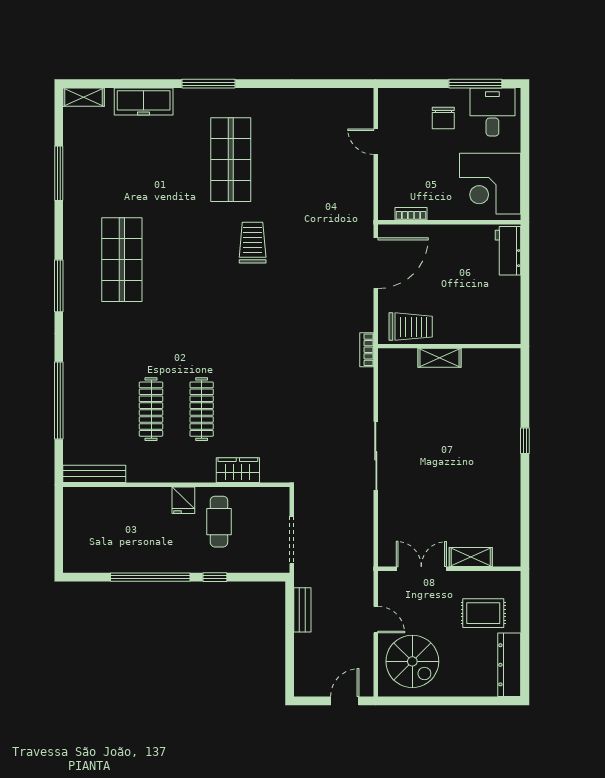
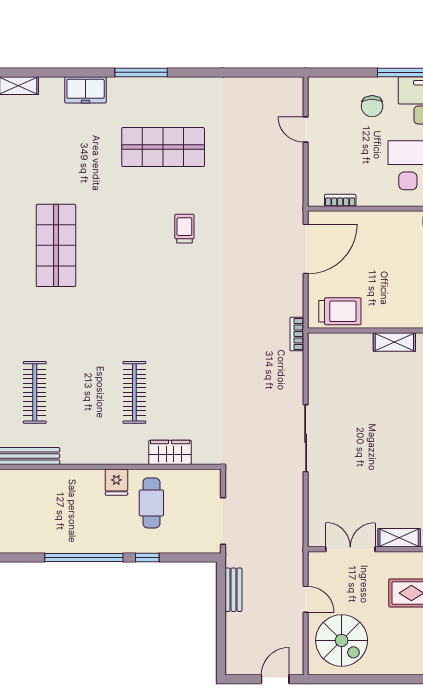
freezer: (144, 101) -> (86, 90), width x0.71
shop shelf: (231, 160) -> (163, 147), turned 90
trolley: (253, 243) -> (184, 229), width x0.73, depth x0.72
shelving: (440, 358) -> (394, 342), moved
clothes rail: (151, 409) -> (35, 392), moved

